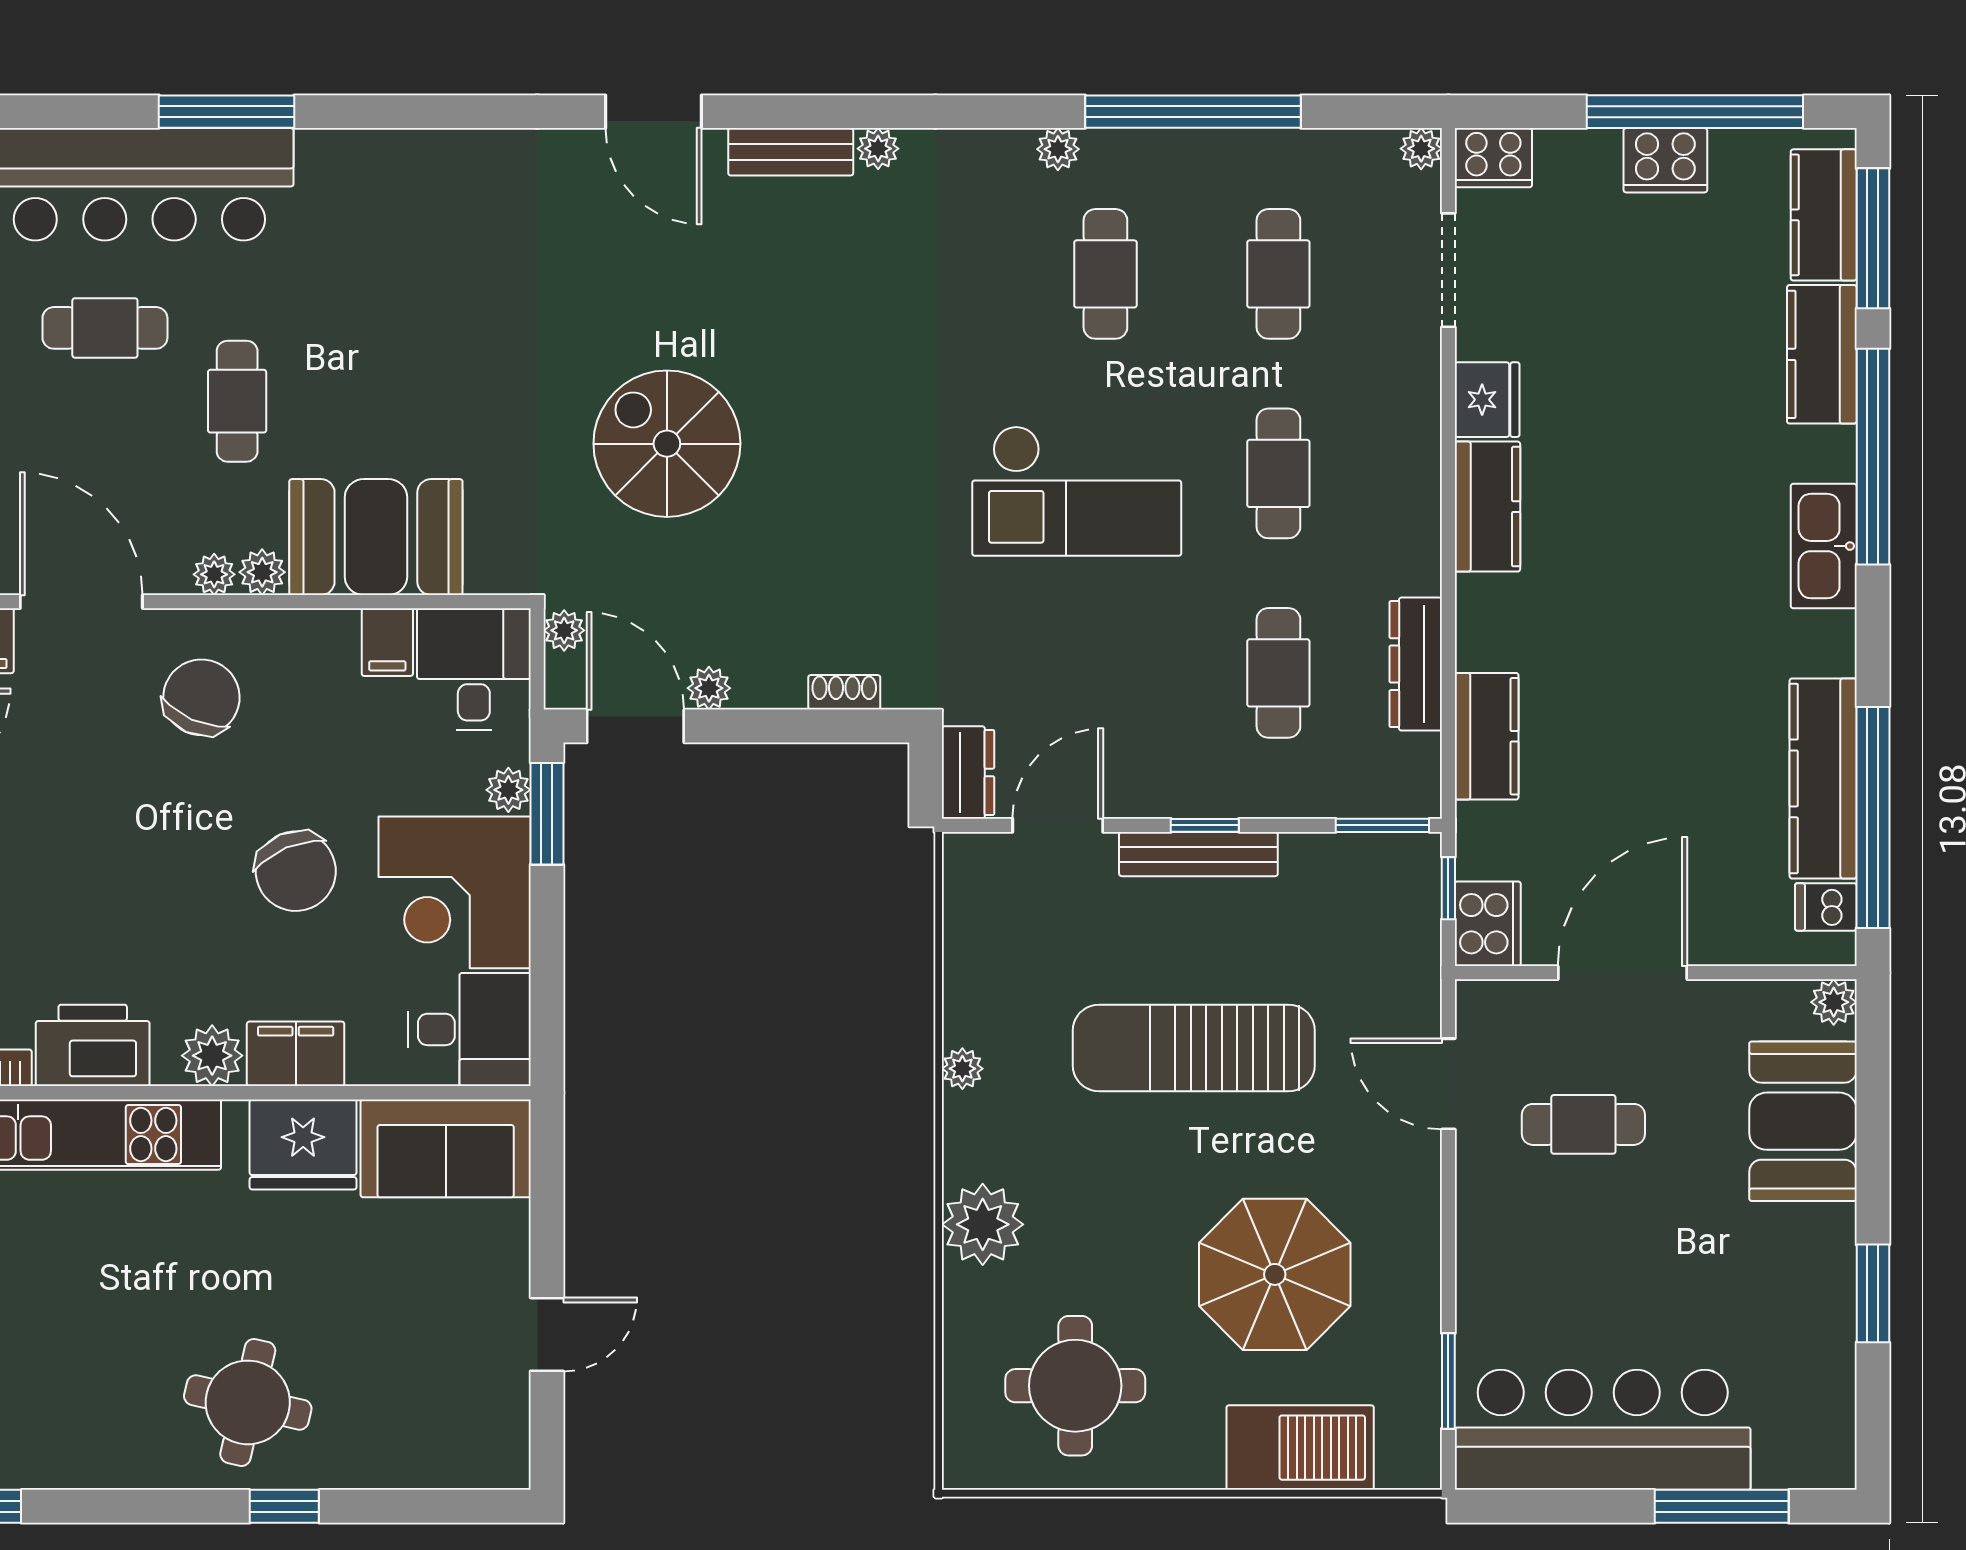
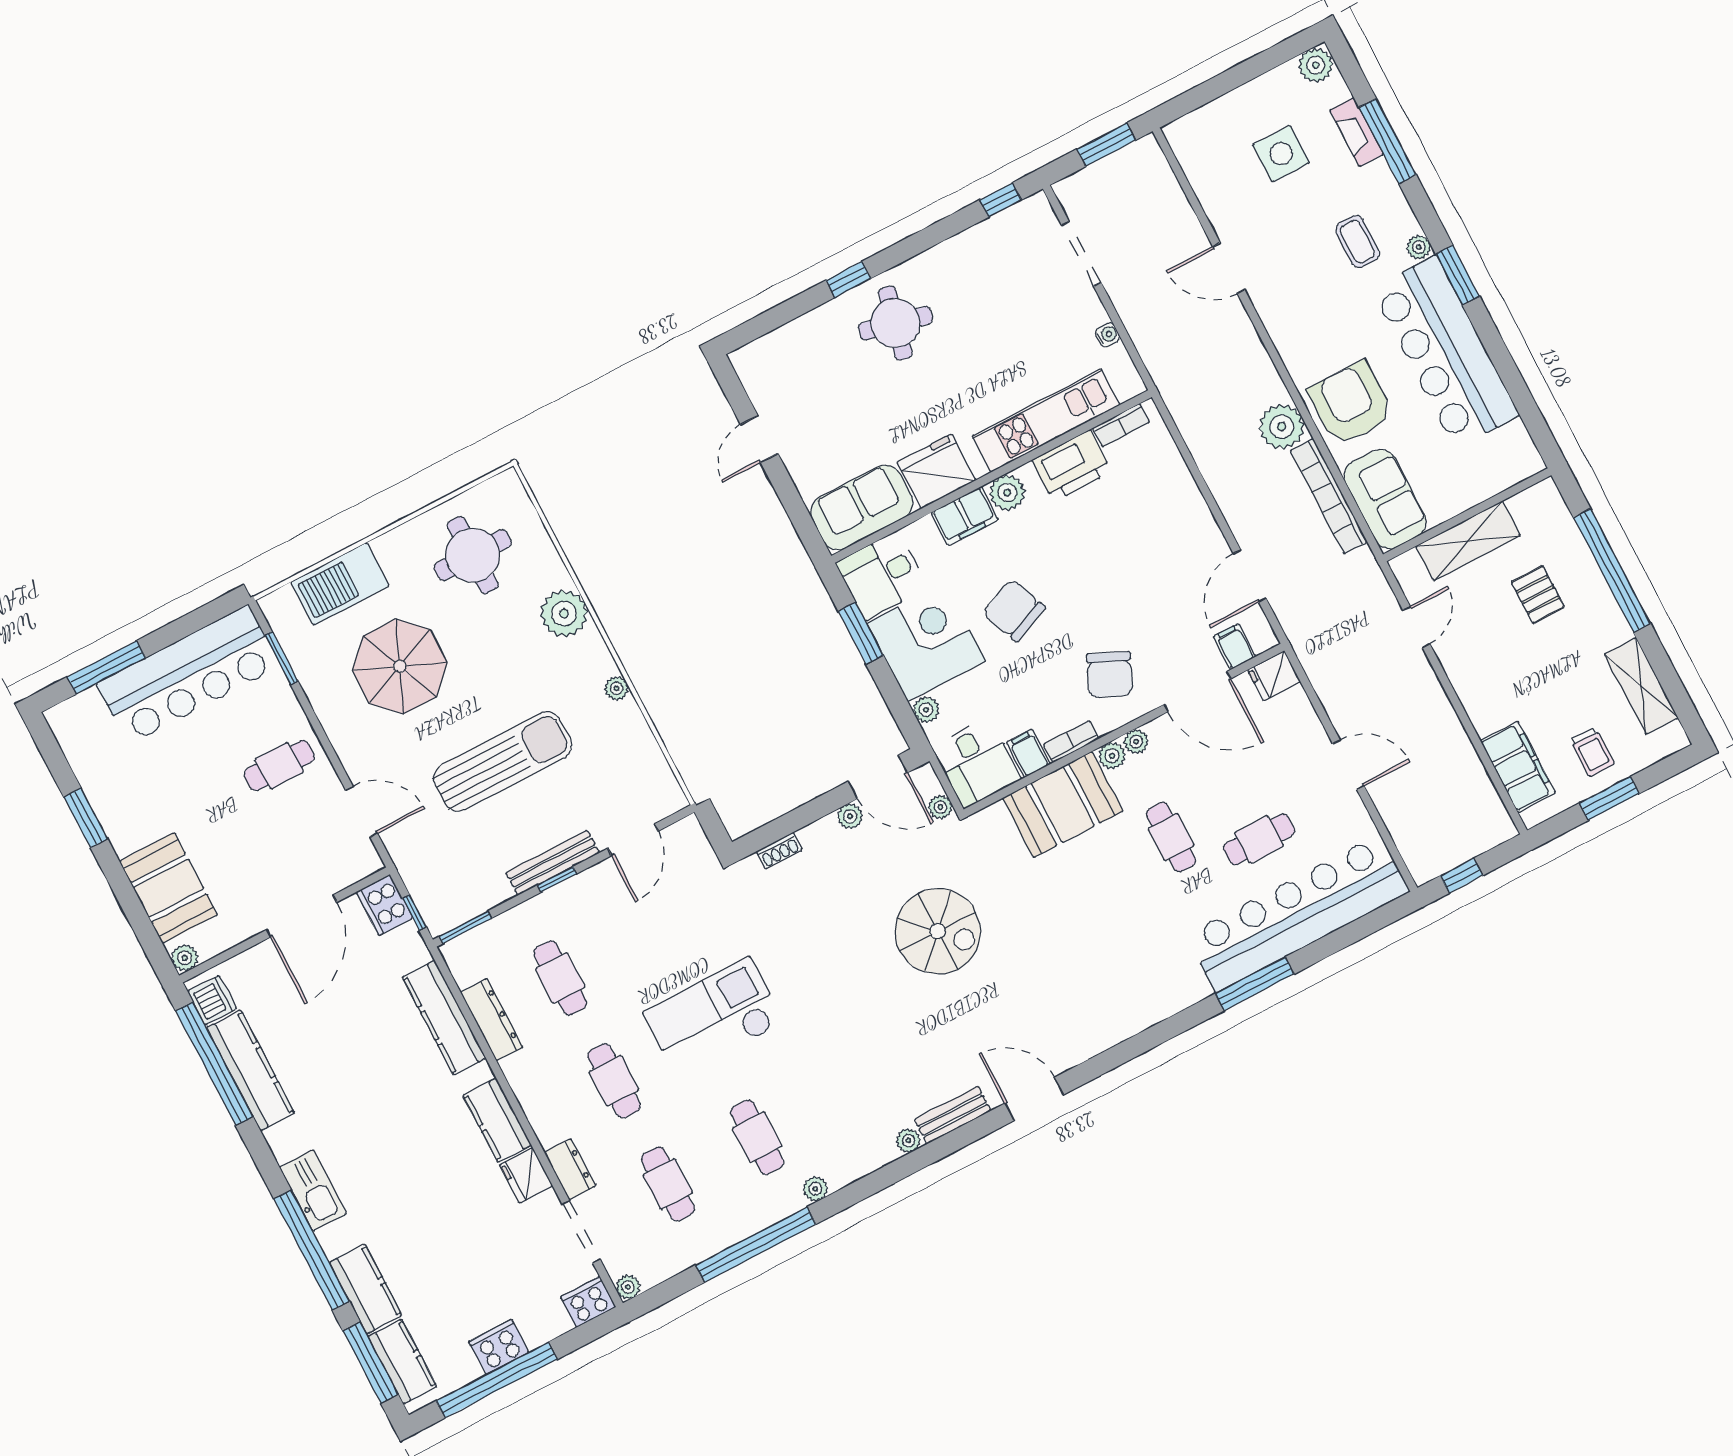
bookcase: (313, 626) -> (1071, 742), added
kitchen counter: (1487, 736) -> (444, 1018), width x1.50
dresser: (968, 772) -> (570, 1169), moved, turned 180
window: (547, 814) -> (861, 633), moved
dishwasher: (1826, 907) -> (212, 1000), width x1.38
cafe table: (1583, 1124) -> (279, 766), moved

